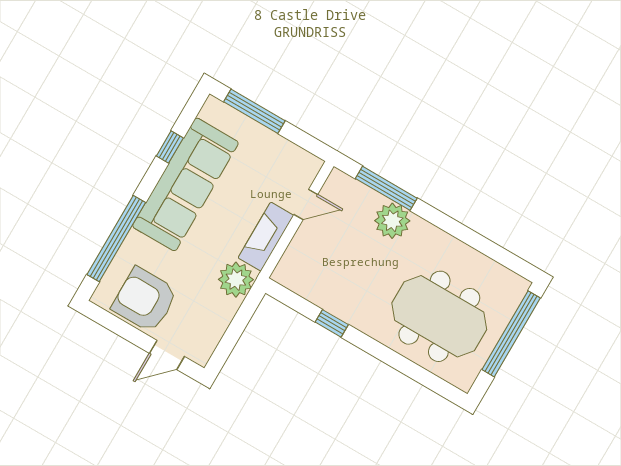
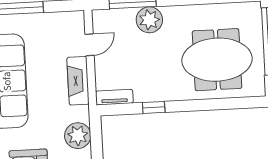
plant: (236, 280) -> (78, 136), moved
tv unit: (295, 282) -> (114, 97), added

